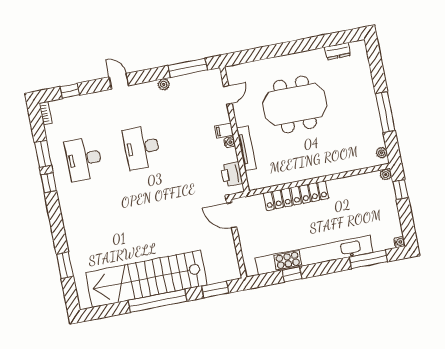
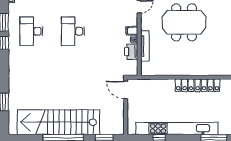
printer: (232, 174) -> (131, 52), moved
locker: (296, 196) -> (198, 85), moved

